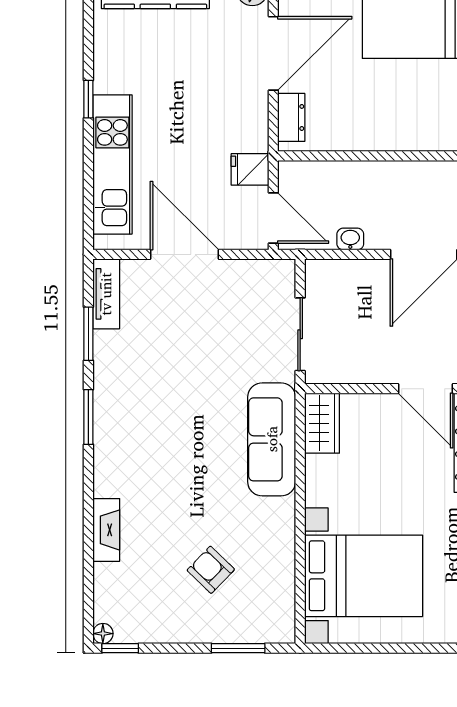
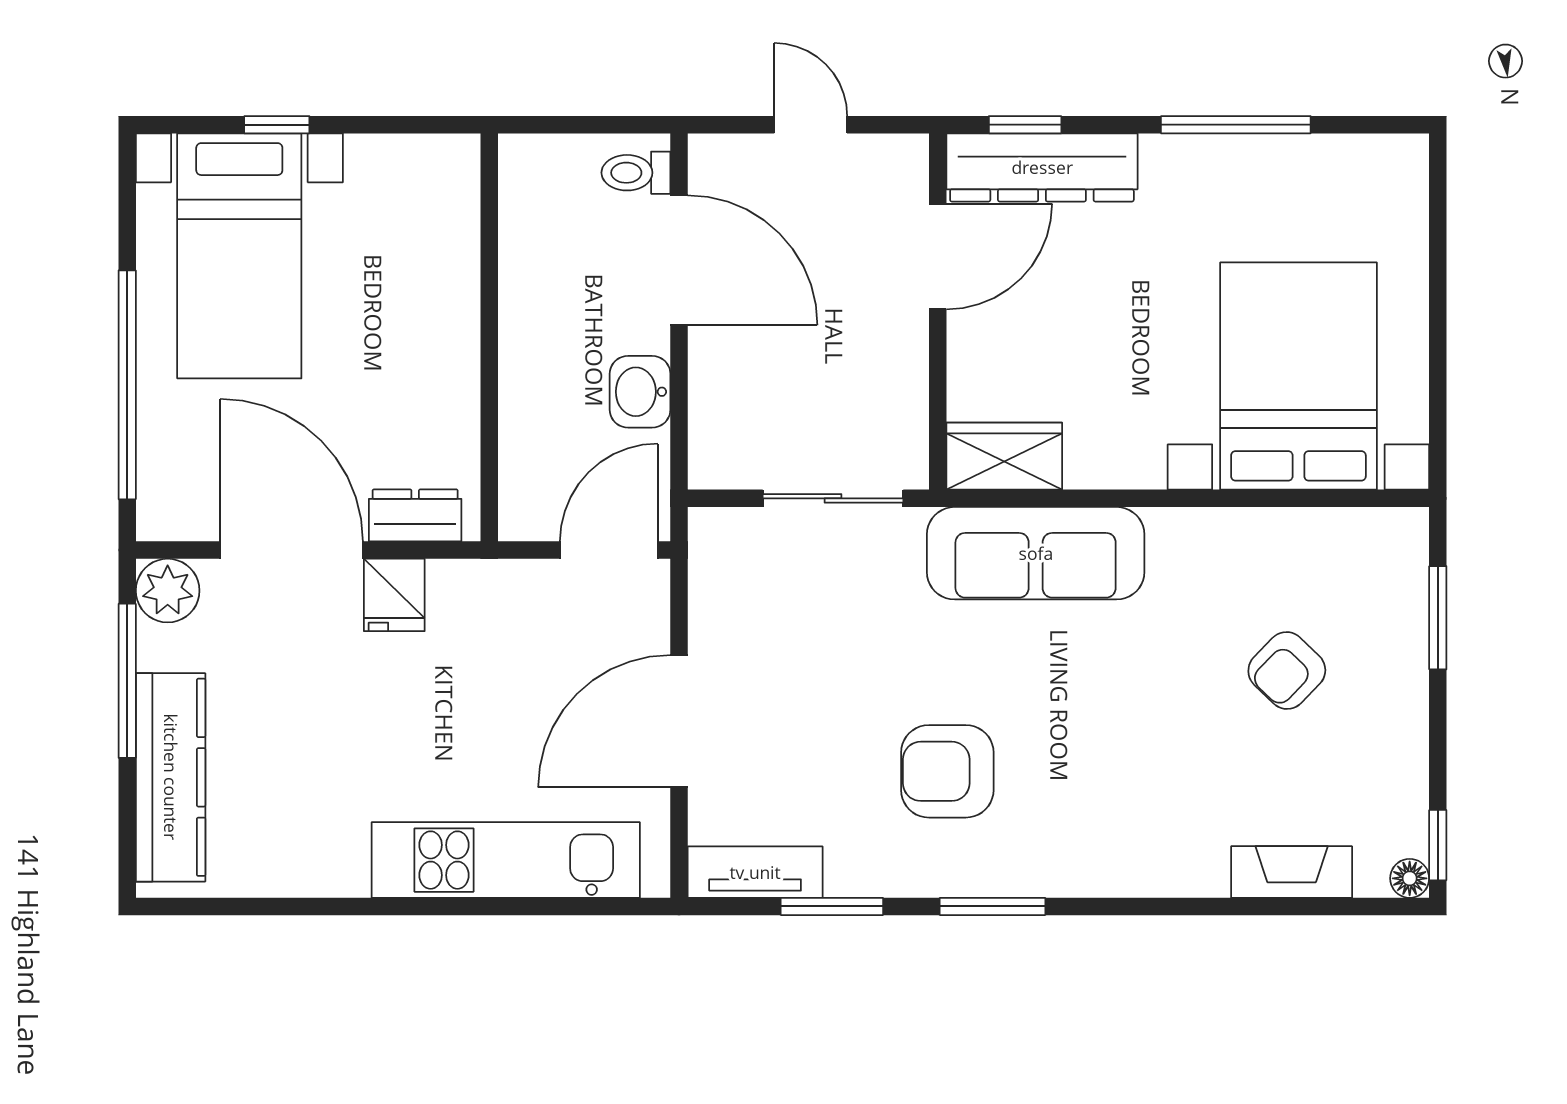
window: (88, 99) -> (380, 906), removed
fridge: (250, 169) -> (394, 595), moved
washbasin: (350, 239) -> (640, 392), width x1.38, depth x1.45
armchair: (158, 394) -> (947, 771), added
fireplace: (106, 530) -> (1292, 872), moved

